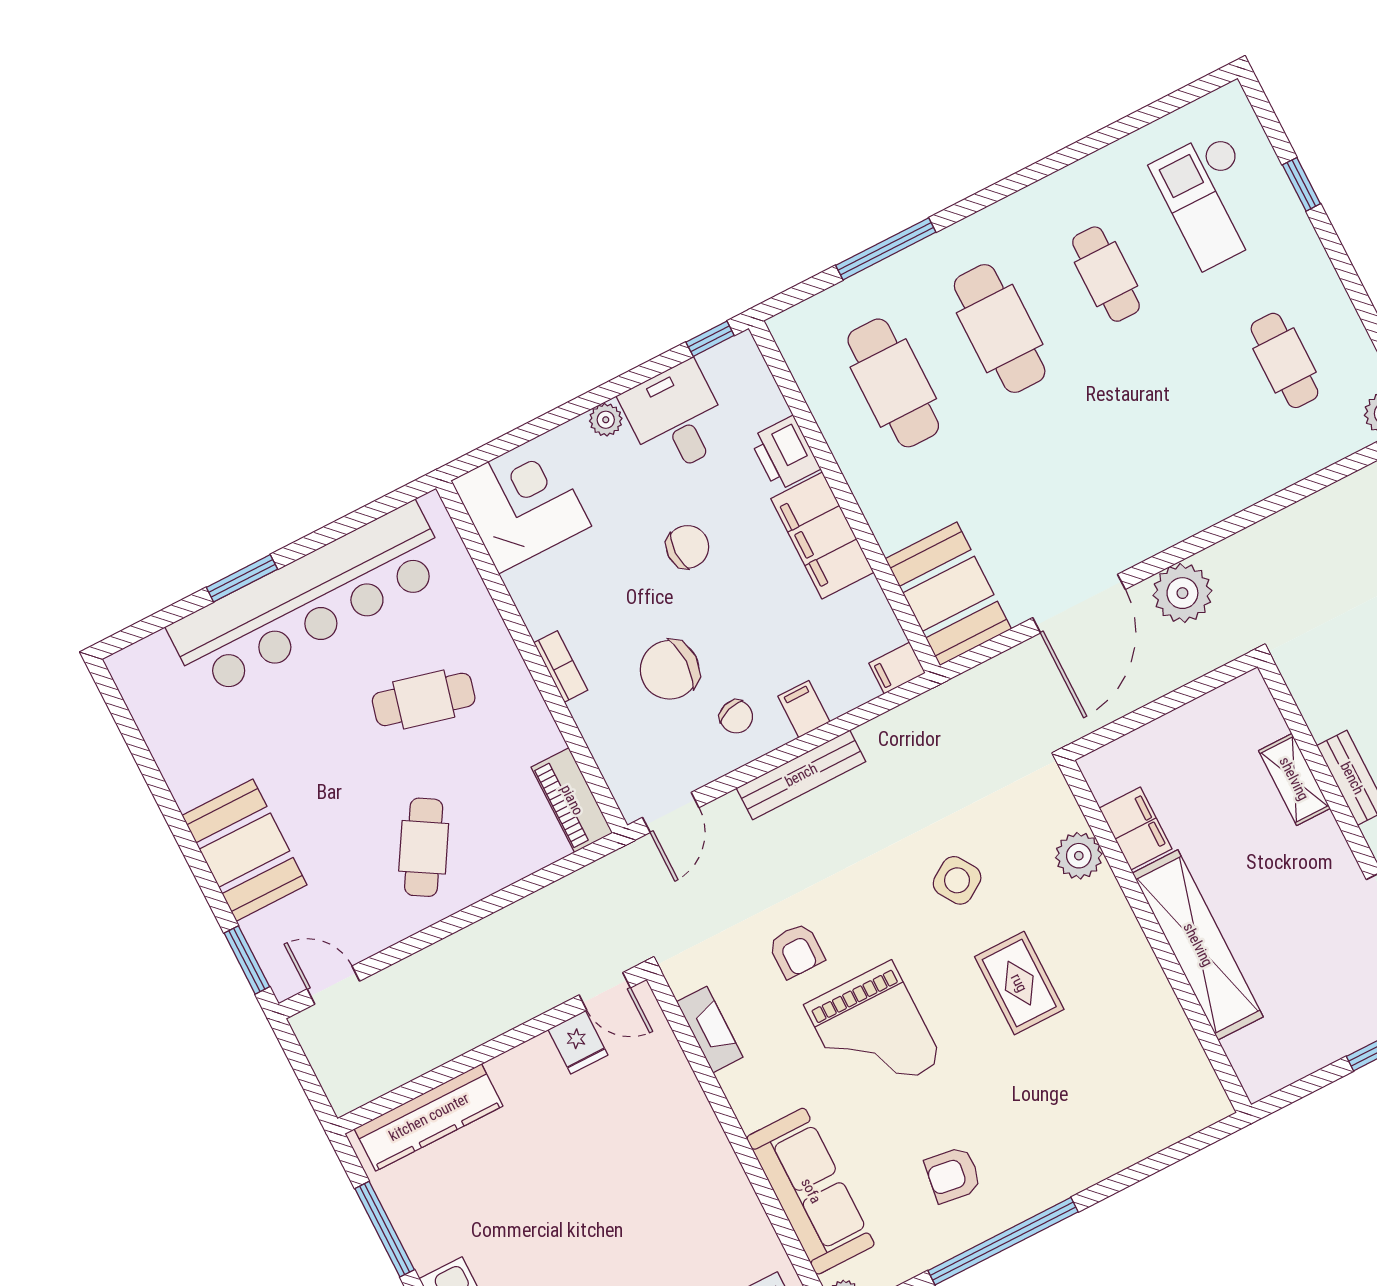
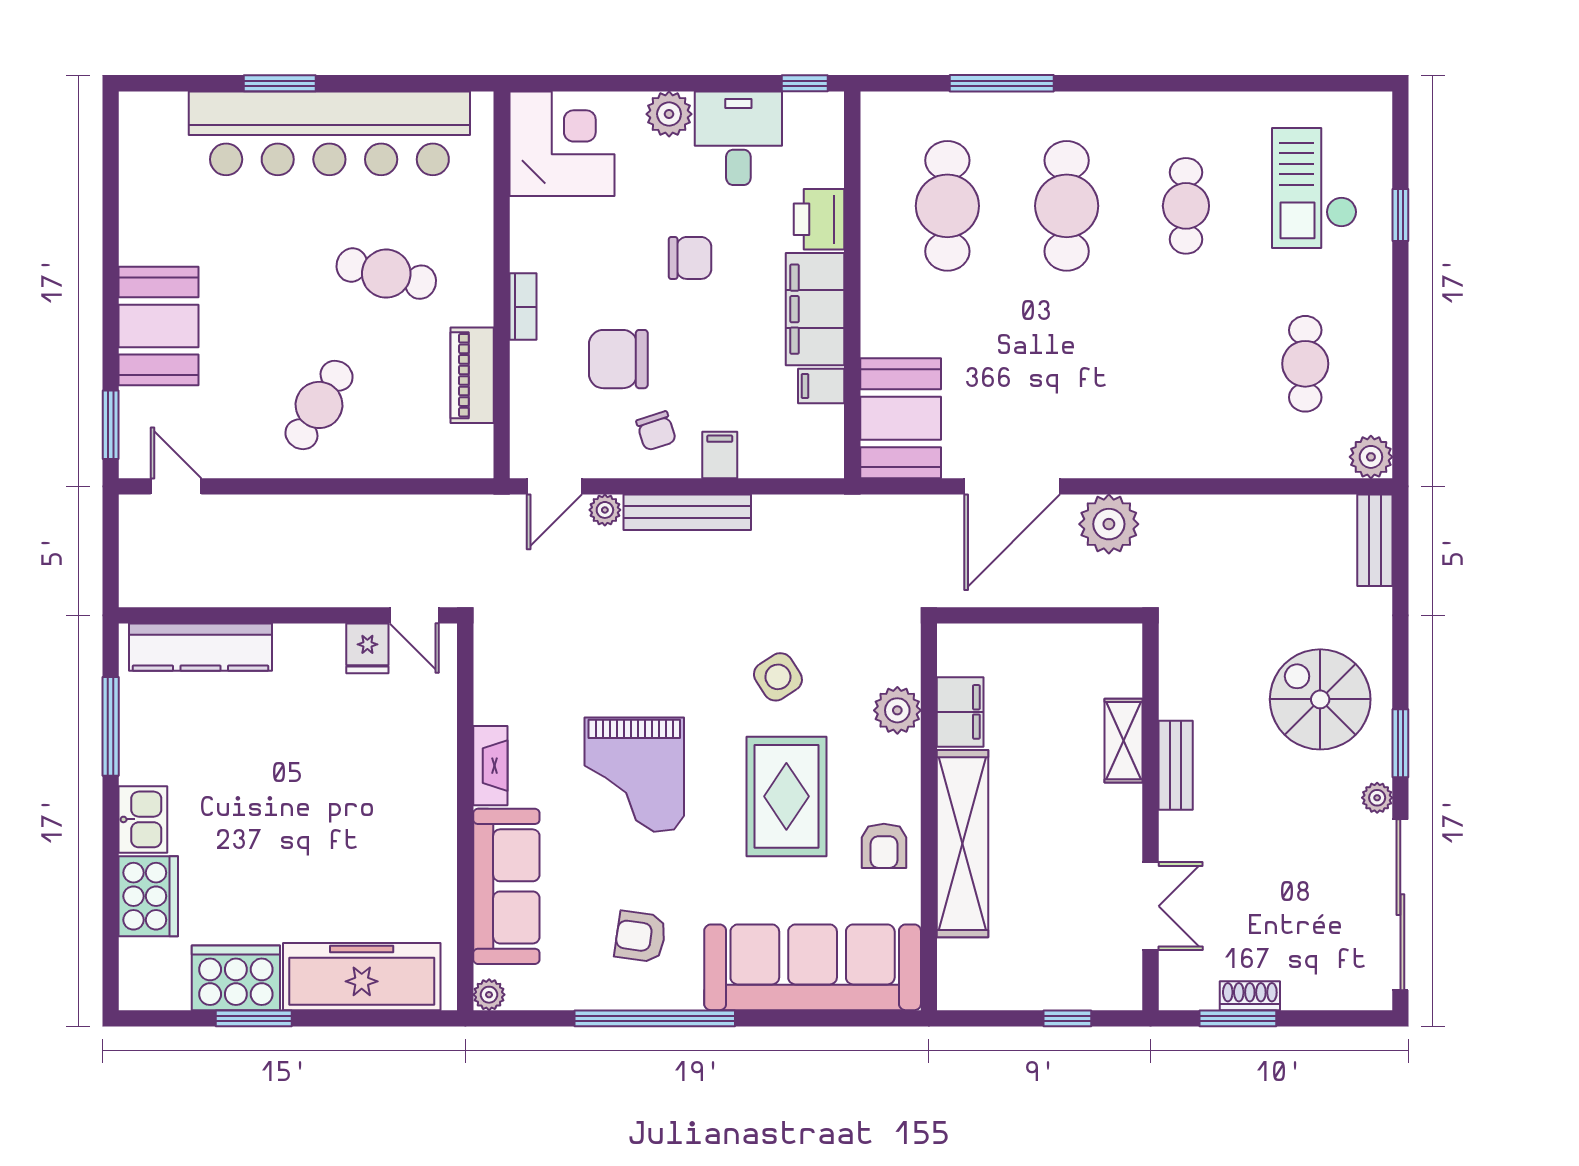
plant: (606, 420) -> (669, 114), width x1.38, depth x1.38
filing cabinet: (897, 668) -> (821, 386), moved
piano: (572, 800) -> (472, 375), moved
plant: (727, 810) -> (605, 510), added
armchair: (796, 951) -> (884, 846), moved
rug: (1019, 983) -> (786, 796), width x1.36, depth x1.43
fireplace: (710, 1029) -> (490, 766), moved
sofa: (1121, 1124) -> (813, 967), added

